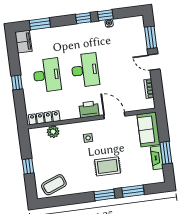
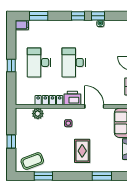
filing cabinet: (24, 42) -> (22, 25), width x0.50
desk: (85, 70) -> (74, 62), turned 180
desk: (47, 75) -> (39, 62), turned 180
locker: (44, 118) -> (49, 100), moved
rug: (108, 166) -> (82, 151), turned 90
window: (104, 195) -> (43, 176), moved

